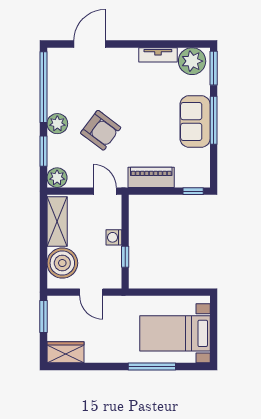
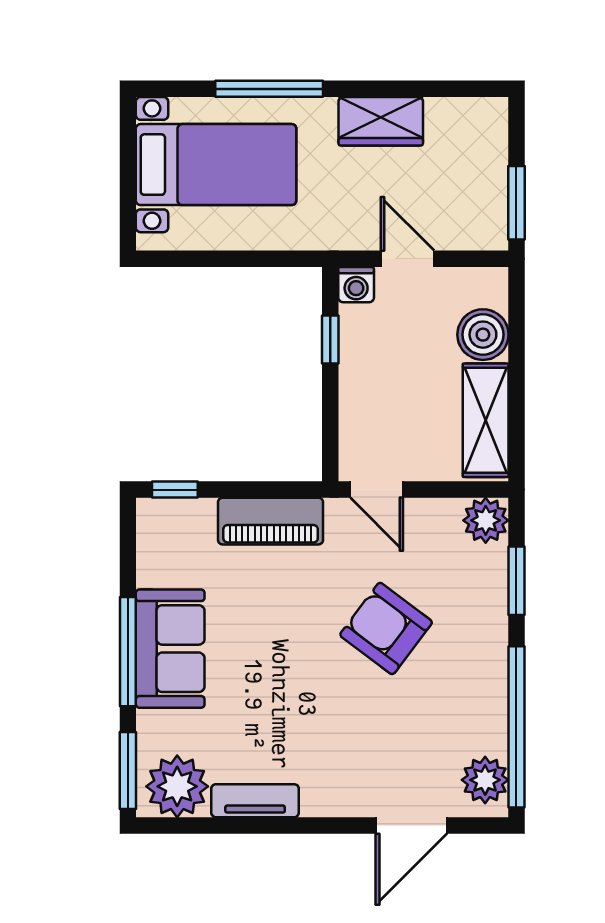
plant: (57, 124) -> (485, 780), moved
washing machine: (114, 237) -> (356, 285), moved, turned 90
boiler: (62, 263) -> (483, 335), width x0.73, depth x0.73
wardrobe: (66, 352) -> (381, 121), moved

